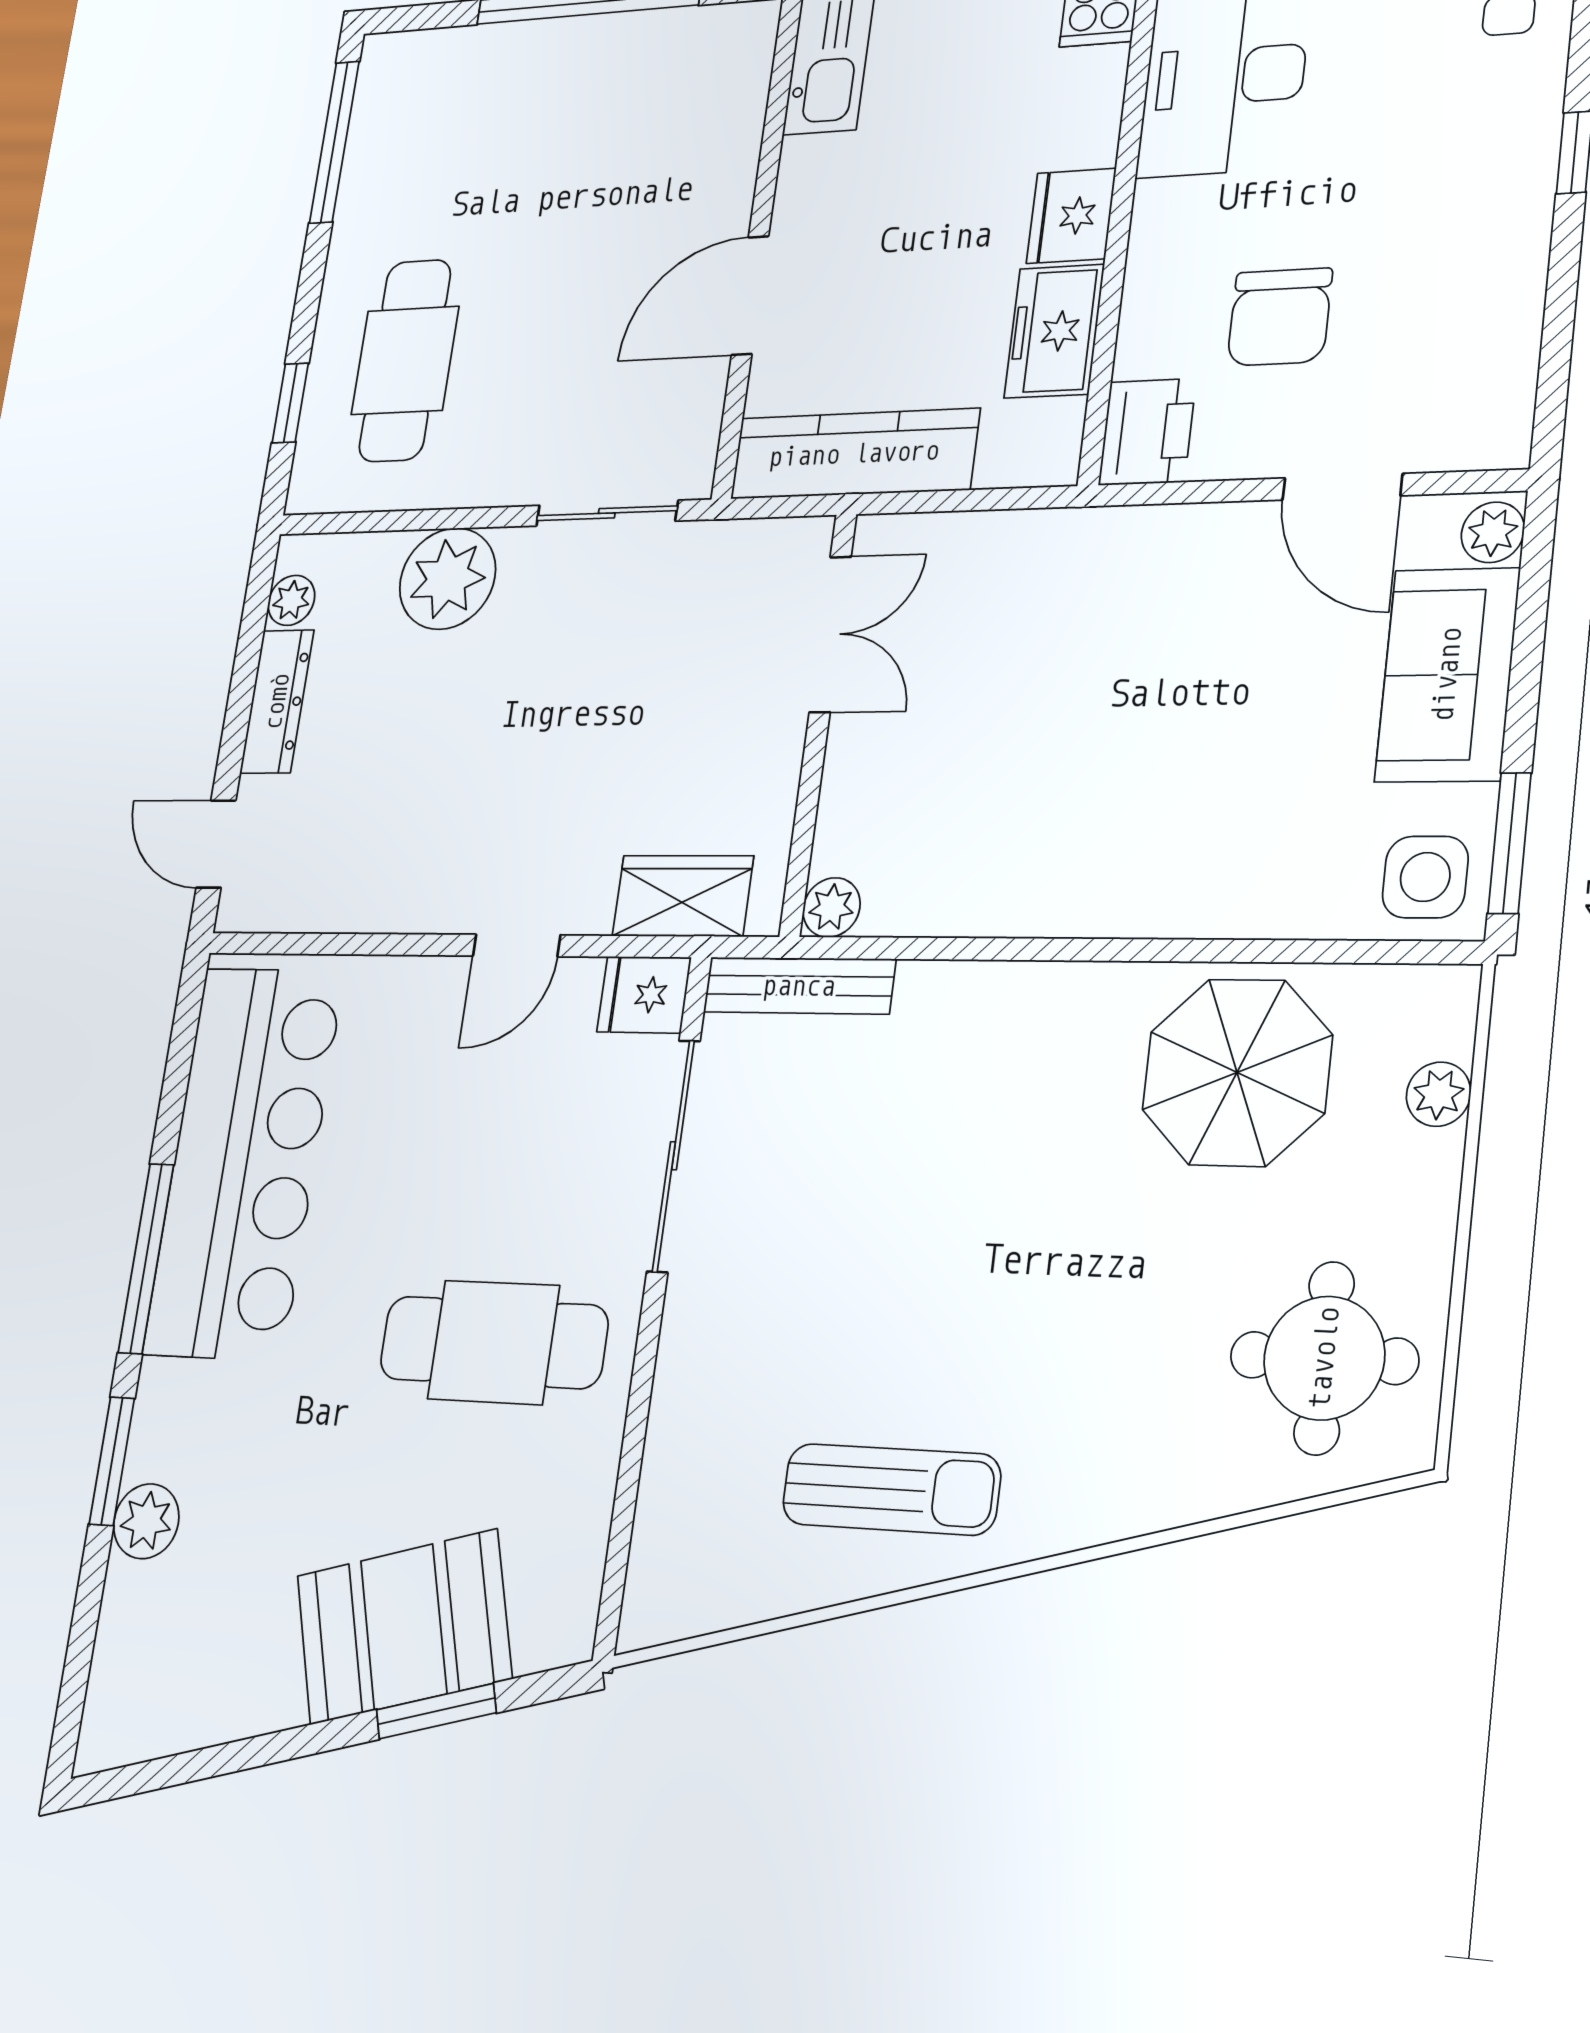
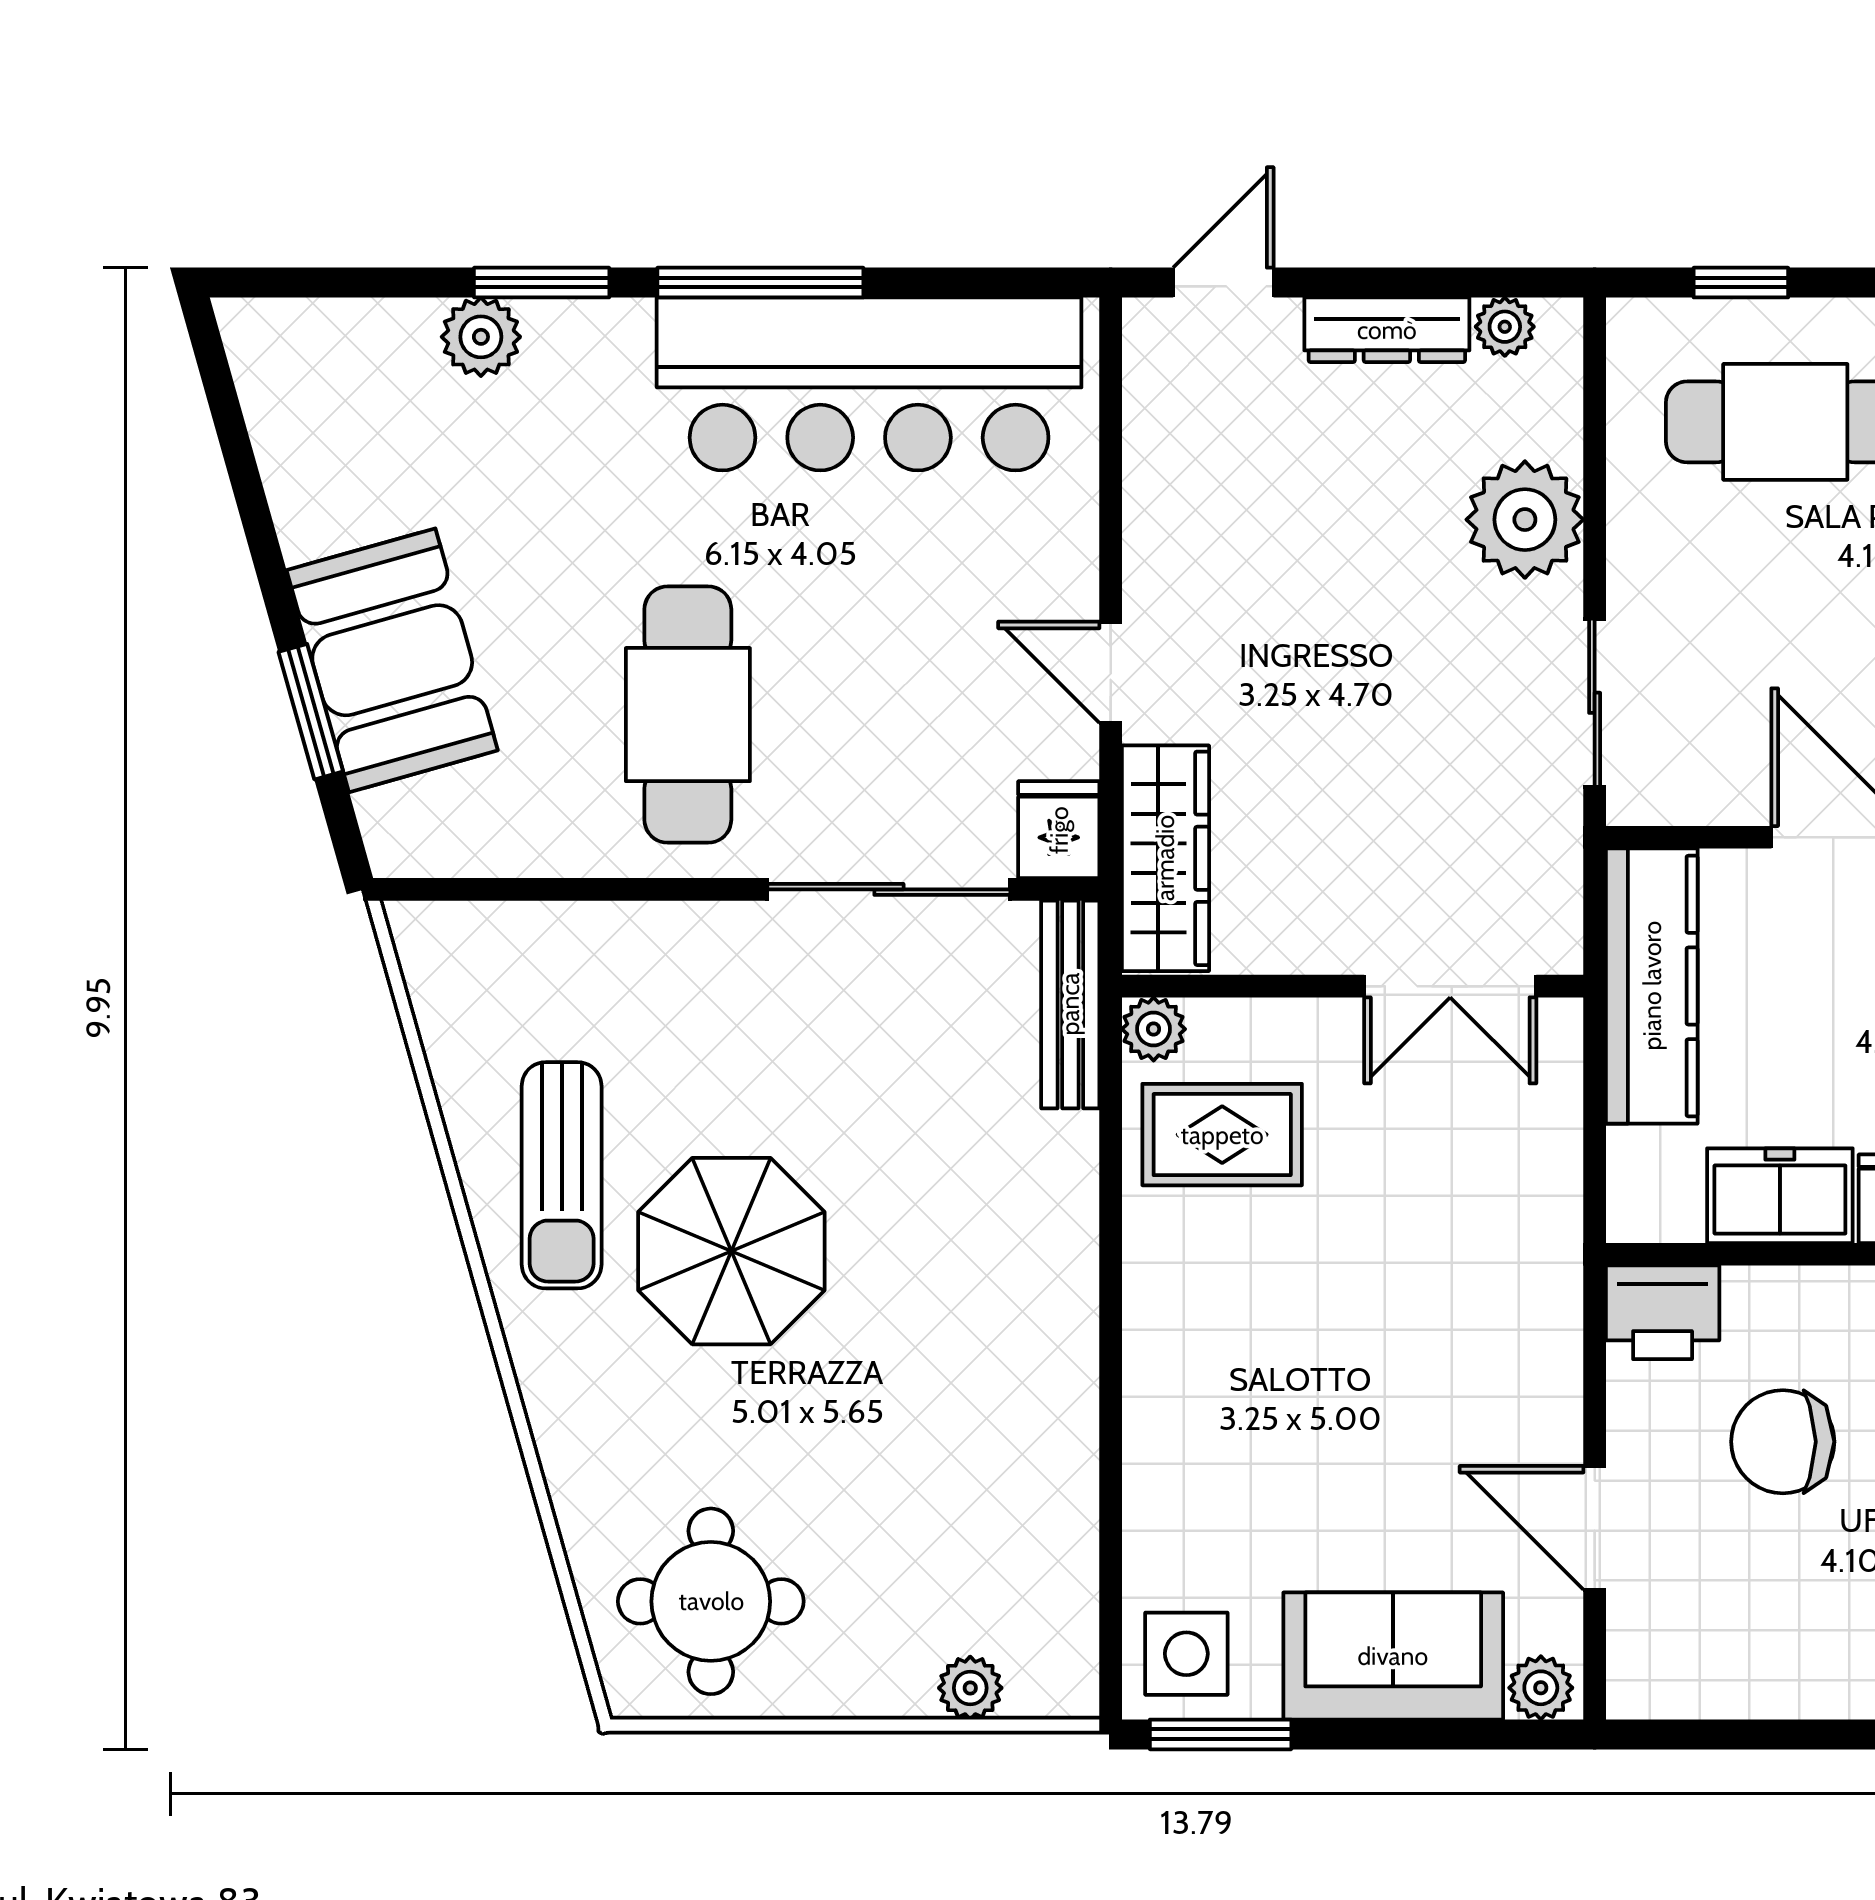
door: (1342, 487) -> (1595, 1528), hinge flipped
rug: (935, 843) -> (1222, 1135), added
wardrobe: (683, 896) -> (1165, 858), width x1.50
parasol: (1237, 1072) -> (731, 1251), moved

